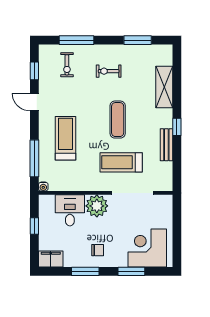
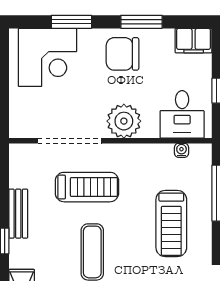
water cooler: (43, 187) -> (181, 150), moved
desk: (70, 210) -> (182, 114), moved
chair: (98, 250) -> (122, 54), width x1.87, depth x1.87

